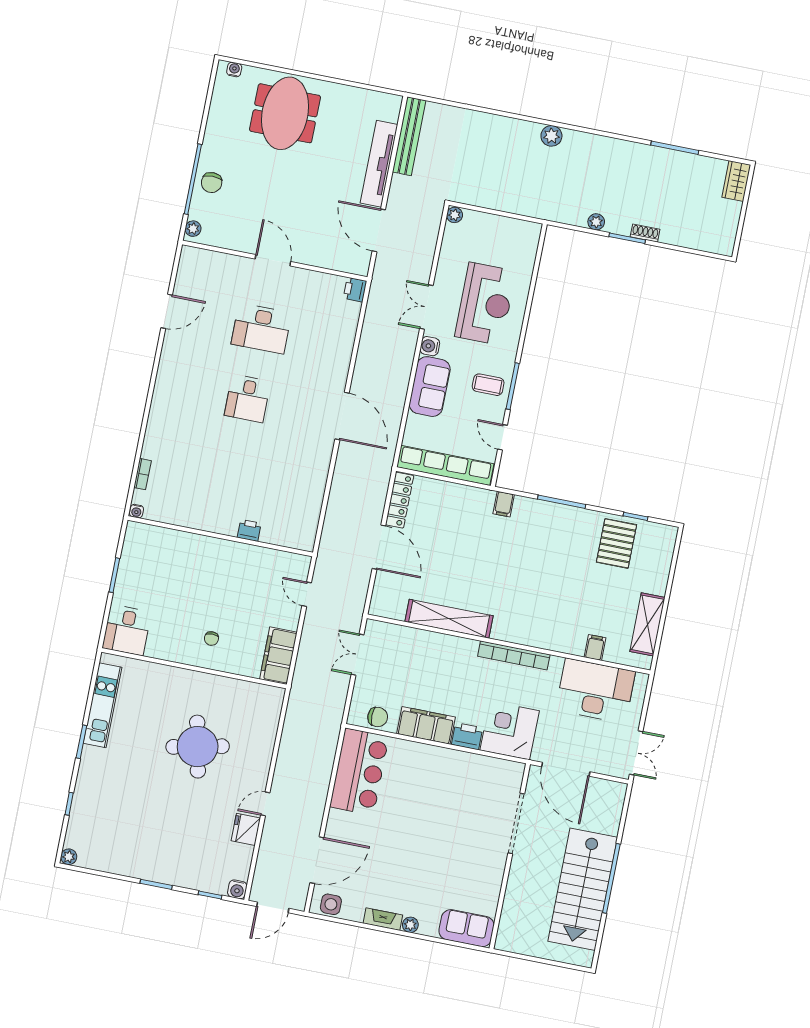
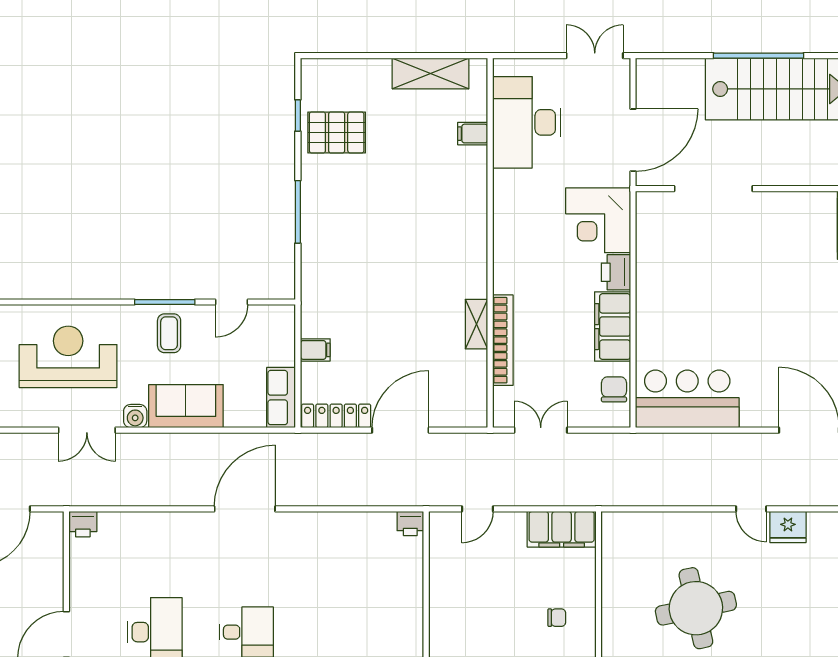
row of seats: (445, 465) -> (281, 398), width x0.50
filing cabinet: (504, 504) -> (315, 350), moved
printer: (249, 530) -> (410, 523), moved, turned -90
shelving: (449, 619) -> (476, 324), width x0.45, depth x0.75
double door: (358, 655) -> (541, 430), swing flipped
bookcase: (514, 655) -> (503, 340), moved

